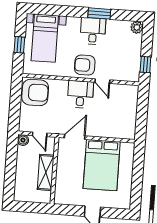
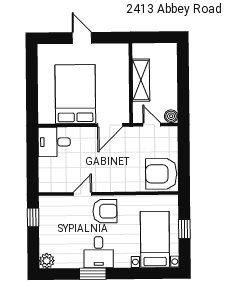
door: (102, 81) -> (83, 194), hinge flipped
desk: (80, 94) -> (54, 142), moved, turned 90

